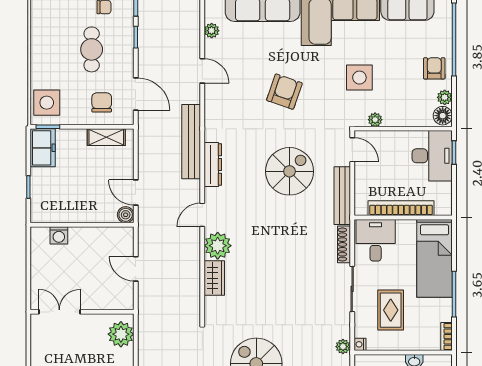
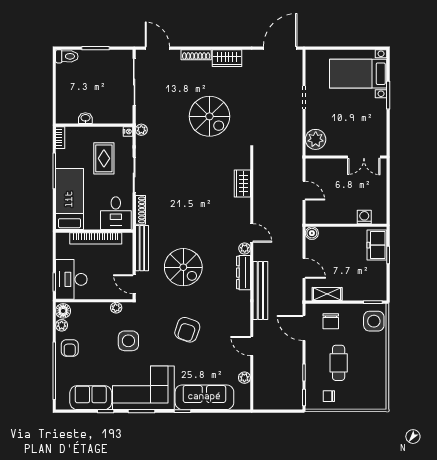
freezer: (43, 148) -> (377, 245), moved
spiral stairs: (290, 171) -> (183, 267), turned -90
door: (136, 192) -> (304, 268), moved
door: (202, 215) -> (252, 233), hinge flipped
plant: (218, 246) -> (245, 248), moved, width x0.53, depth x0.53

